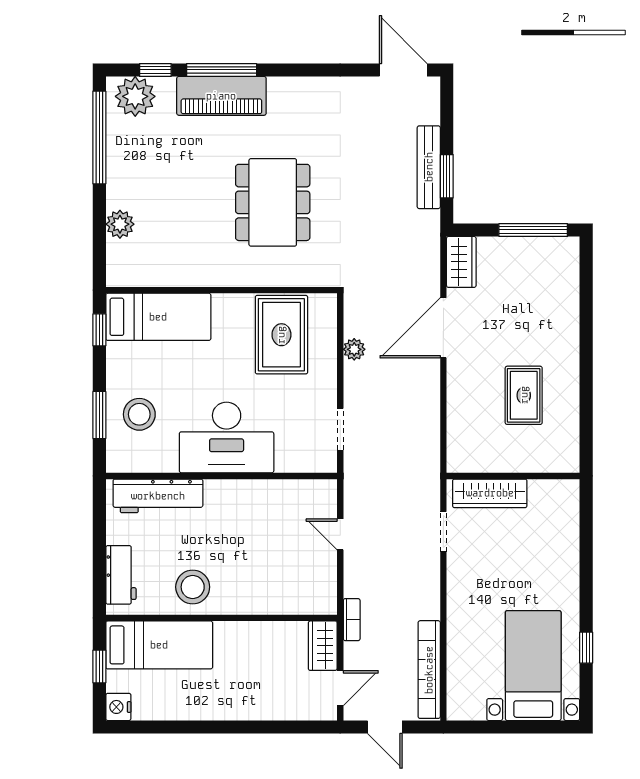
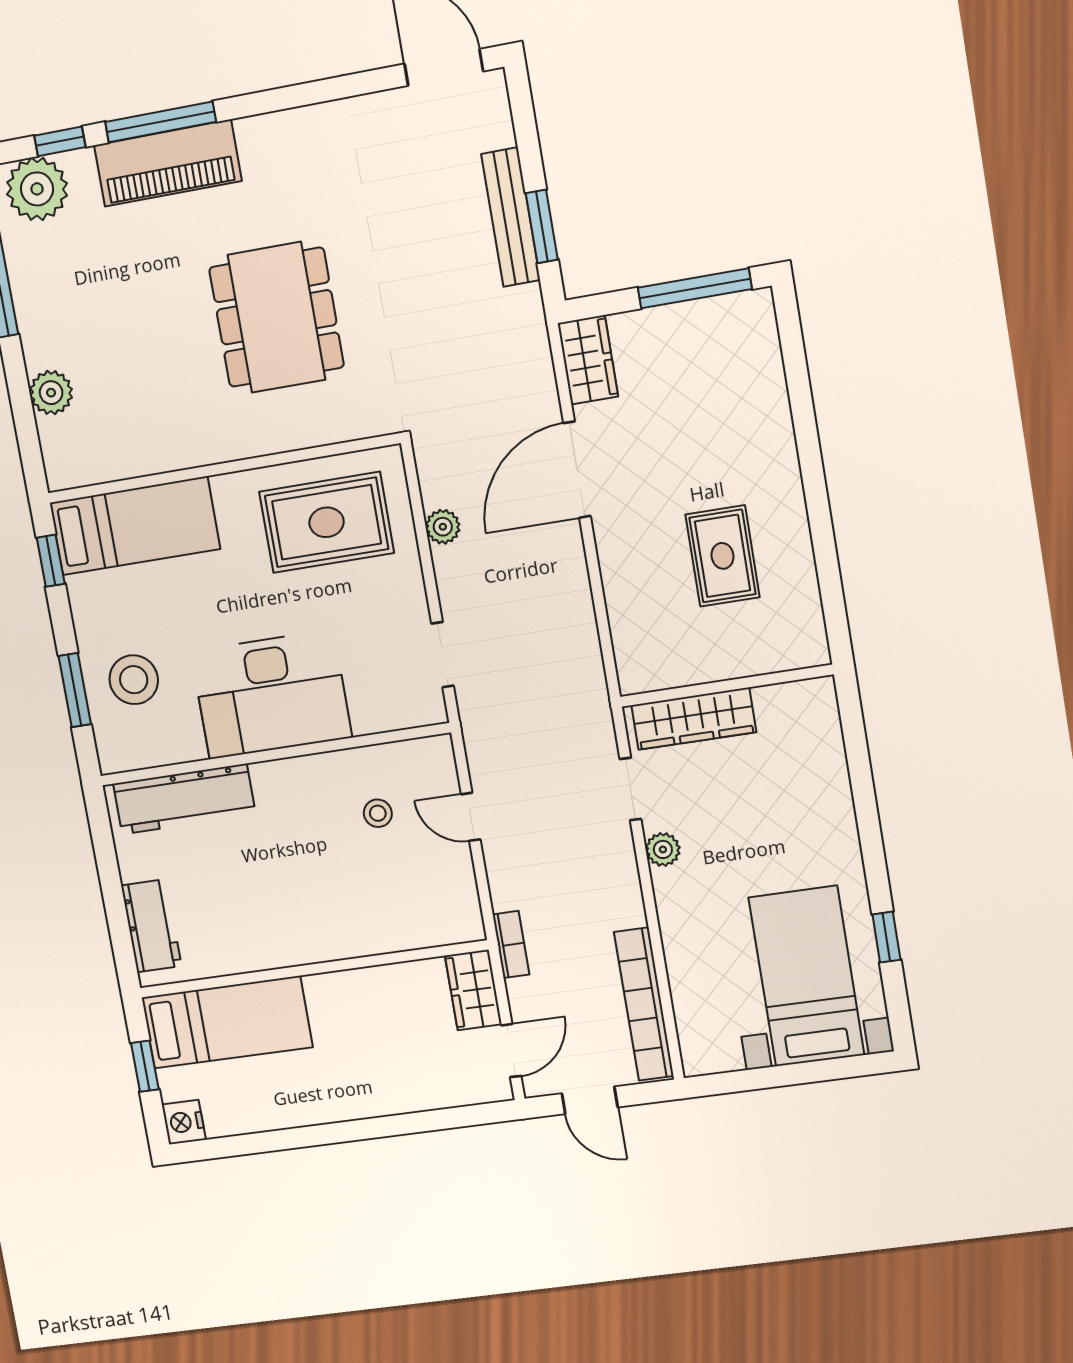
rug: (281, 335) -> (327, 522), turned 90
plant: (457, 573) -> (663, 849), added
stool: (193, 587) -> (378, 813), moved, width x0.53, depth x0.53

